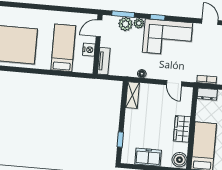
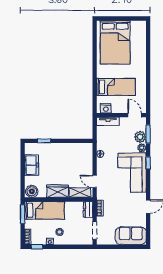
nightstand: (89, 50) -> (106, 108), moved
door: (174, 83) -> (95, 181), hinge flipped
shelving: (133, 95) -> (80, 193), moved

